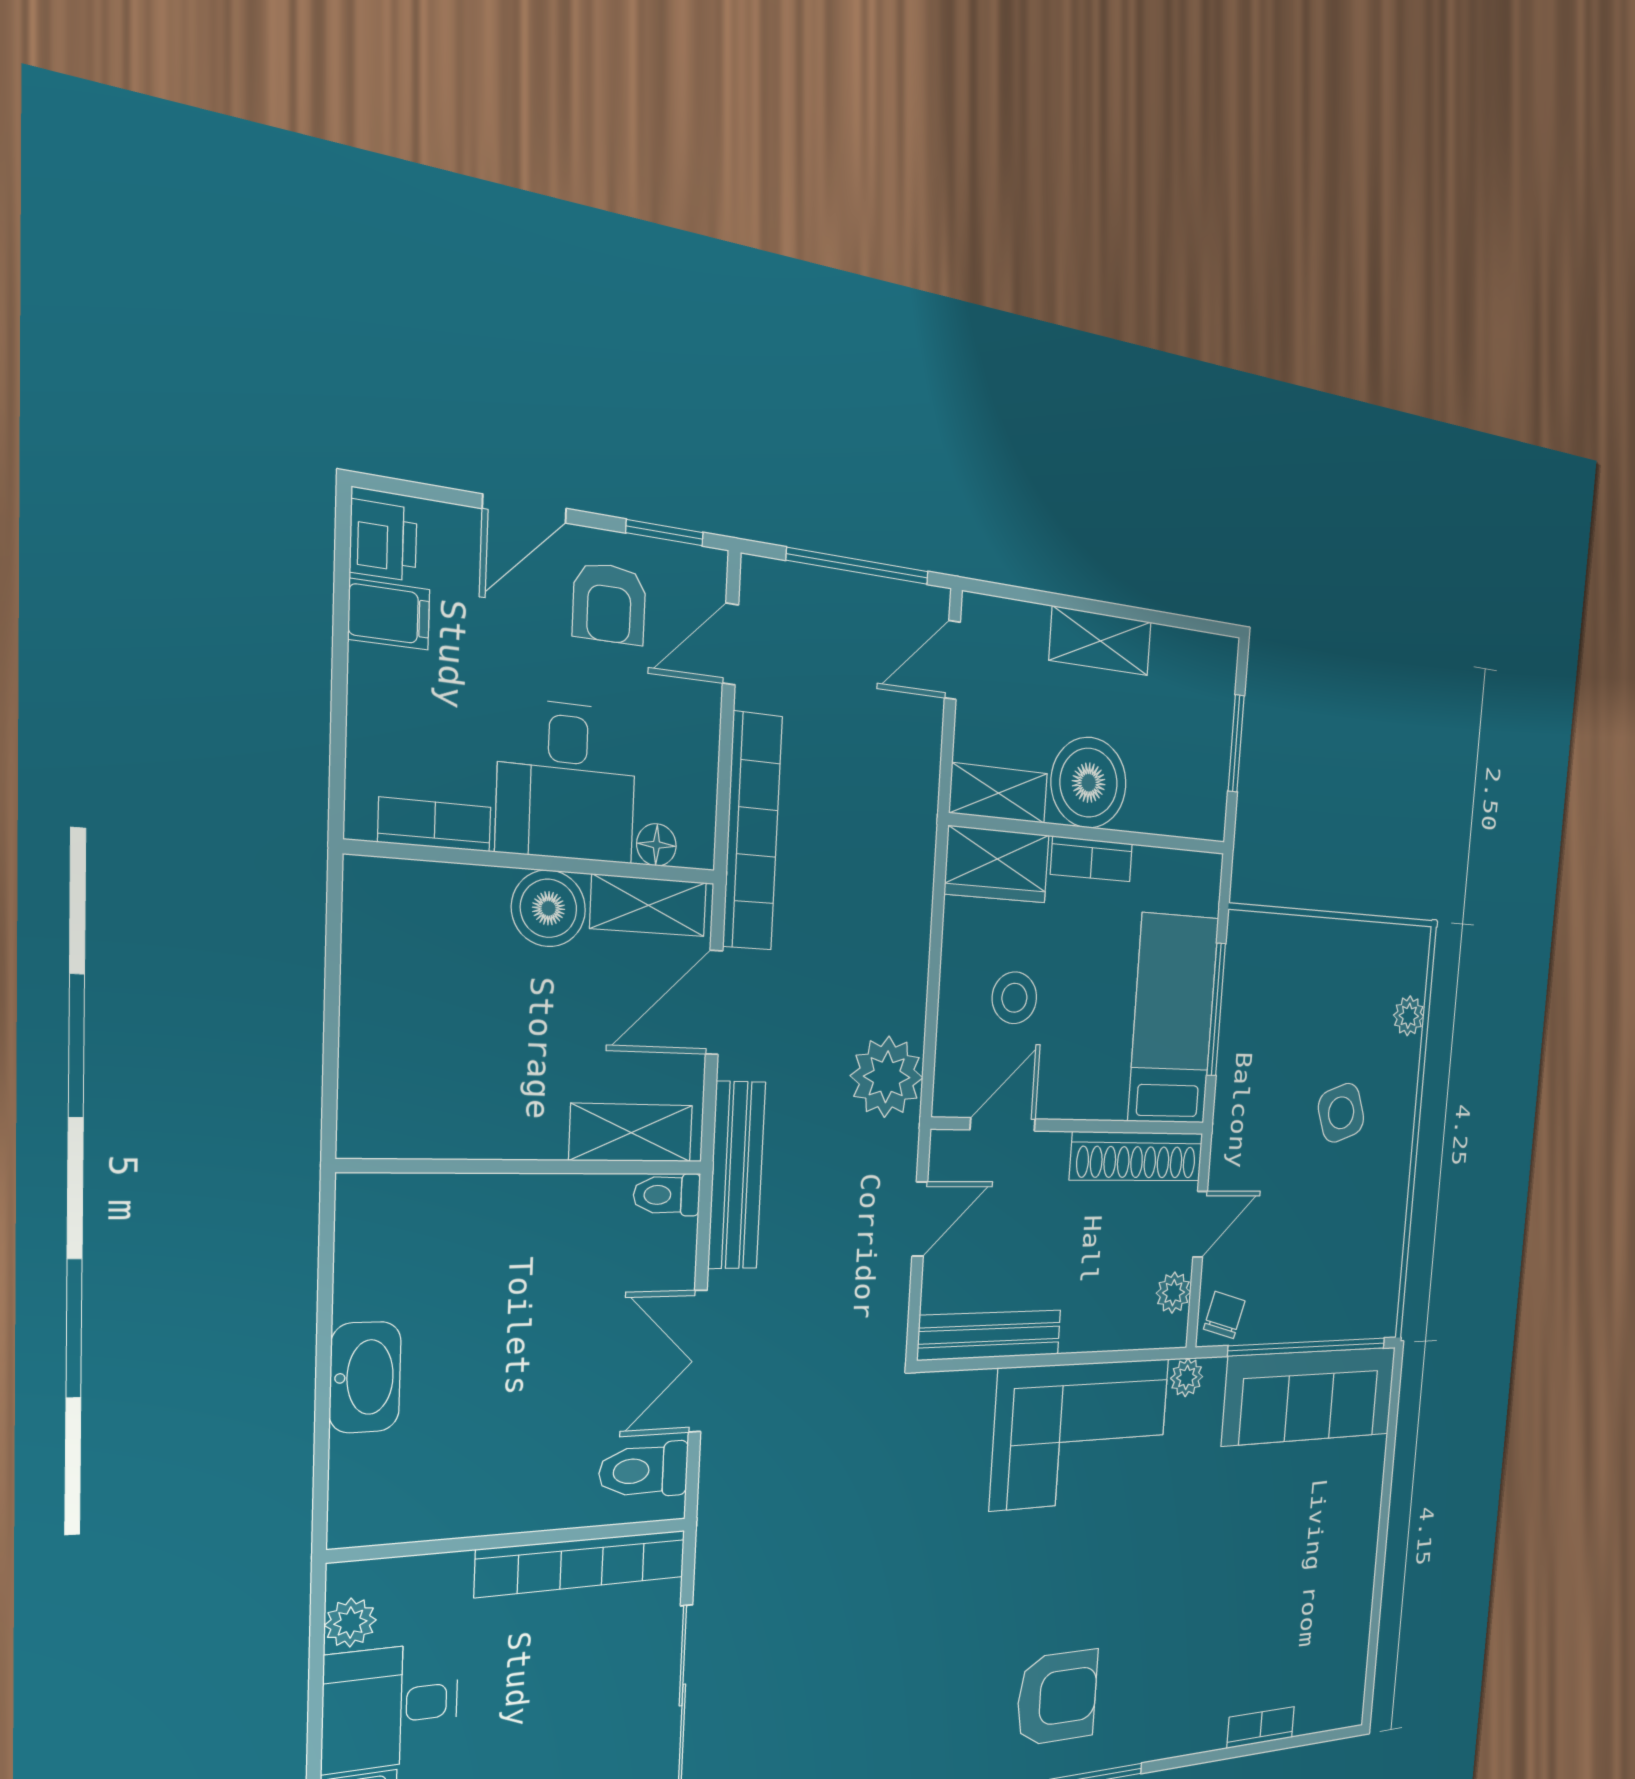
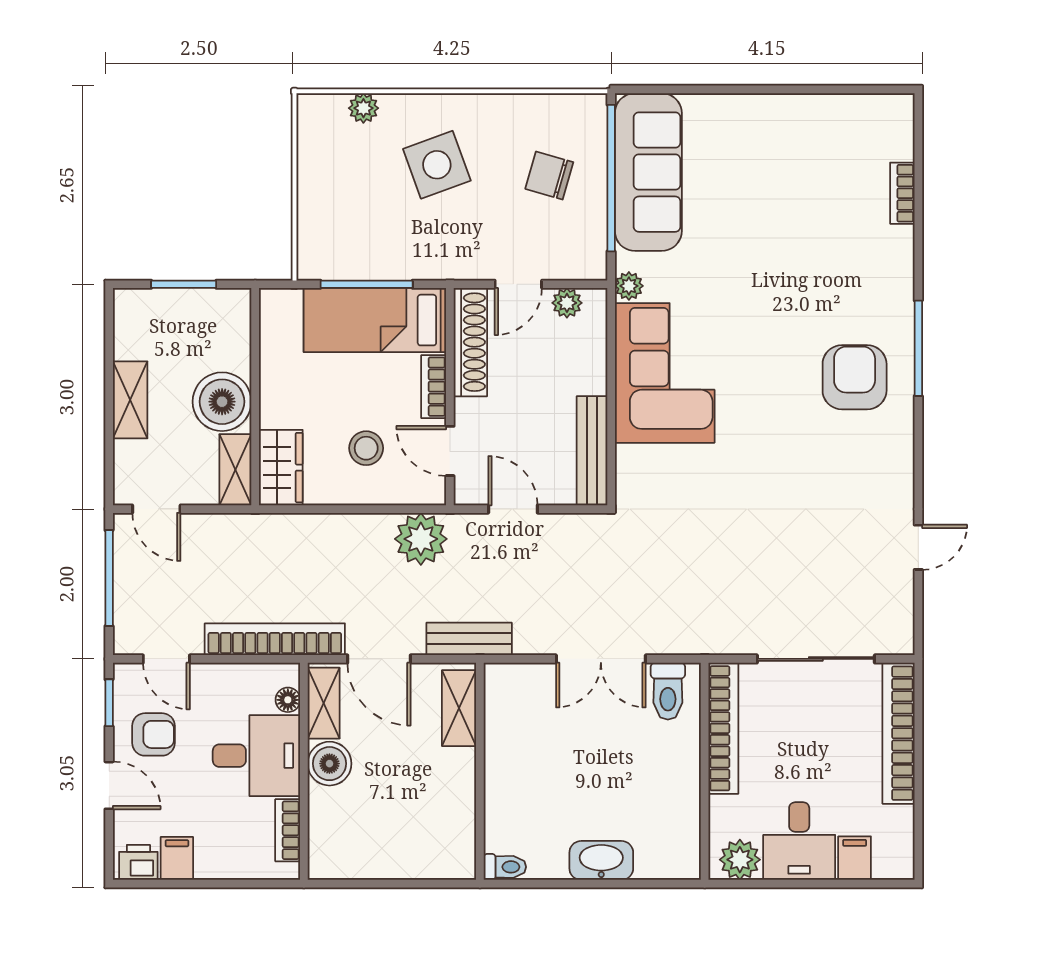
bookcase: (1092, 859) -> (434, 387), moved, turned 180
side table: (1341, 1113) -> (437, 165), width x1.37, depth x1.37
bench: (737, 1175) -> (469, 639), width x0.73
toilet: (667, 1195) -> (505, 867), moved, turned -90
door: (1200, 1224) -> (518, 284), swing flipped
chair: (1224, 1315) -> (549, 175), moved, width x1.37, depth x1.37
plant: (350, 1623) -> (740, 860), width x1.38, depth x1.38

